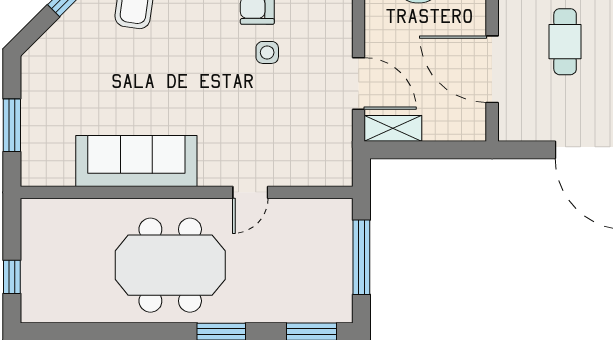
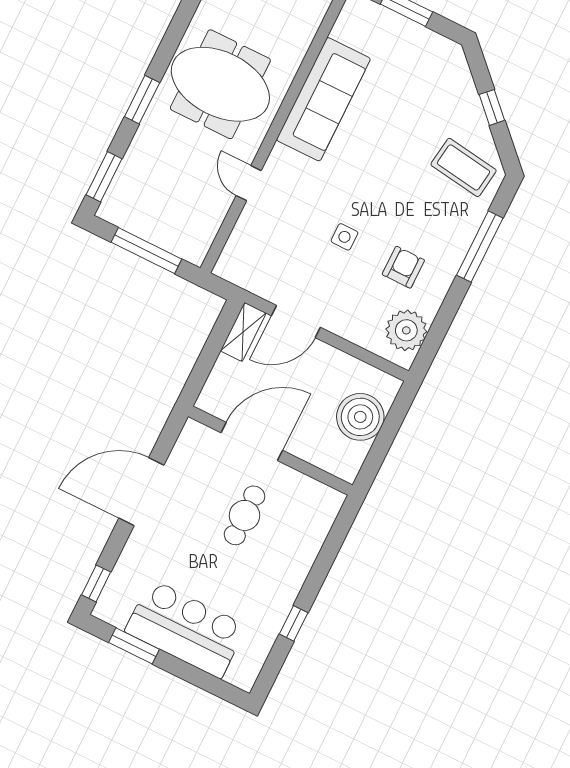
cafe table: (565, 42) -> (244, 515), turned 90
side table: (267, 52) -> (344, 237), moved
meeting table: (170, 265) -> (220, 84), turned 90

